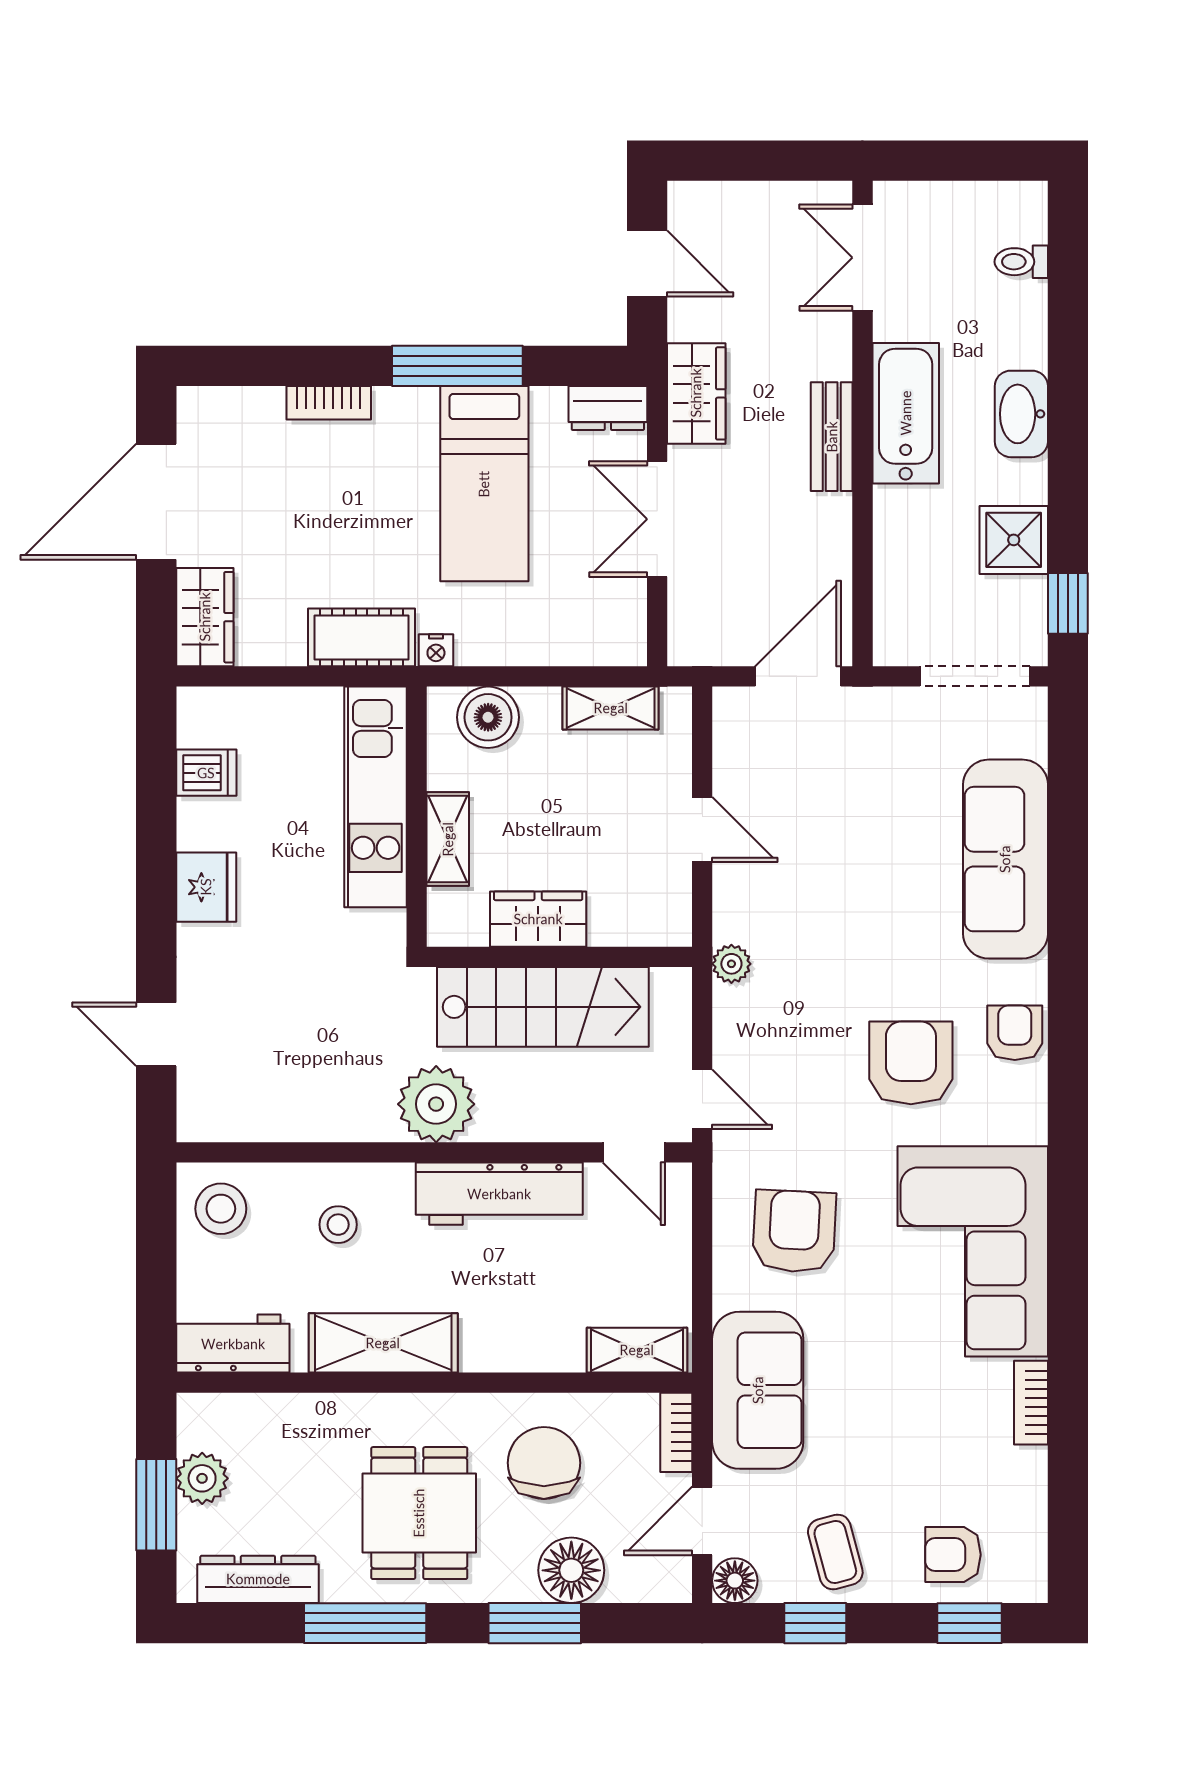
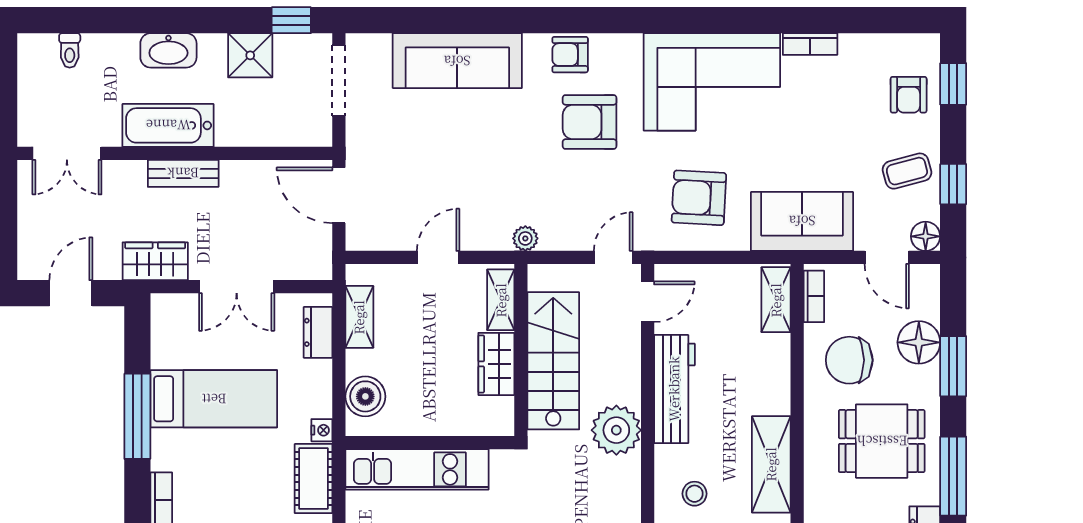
dresser: (608, 408) -> (318, 332), moved, turned 180
shelving: (448, 839) -> (501, 300), moved, turned 90
bookcase: (676, 1432) -> (814, 296), moved, turned -90

